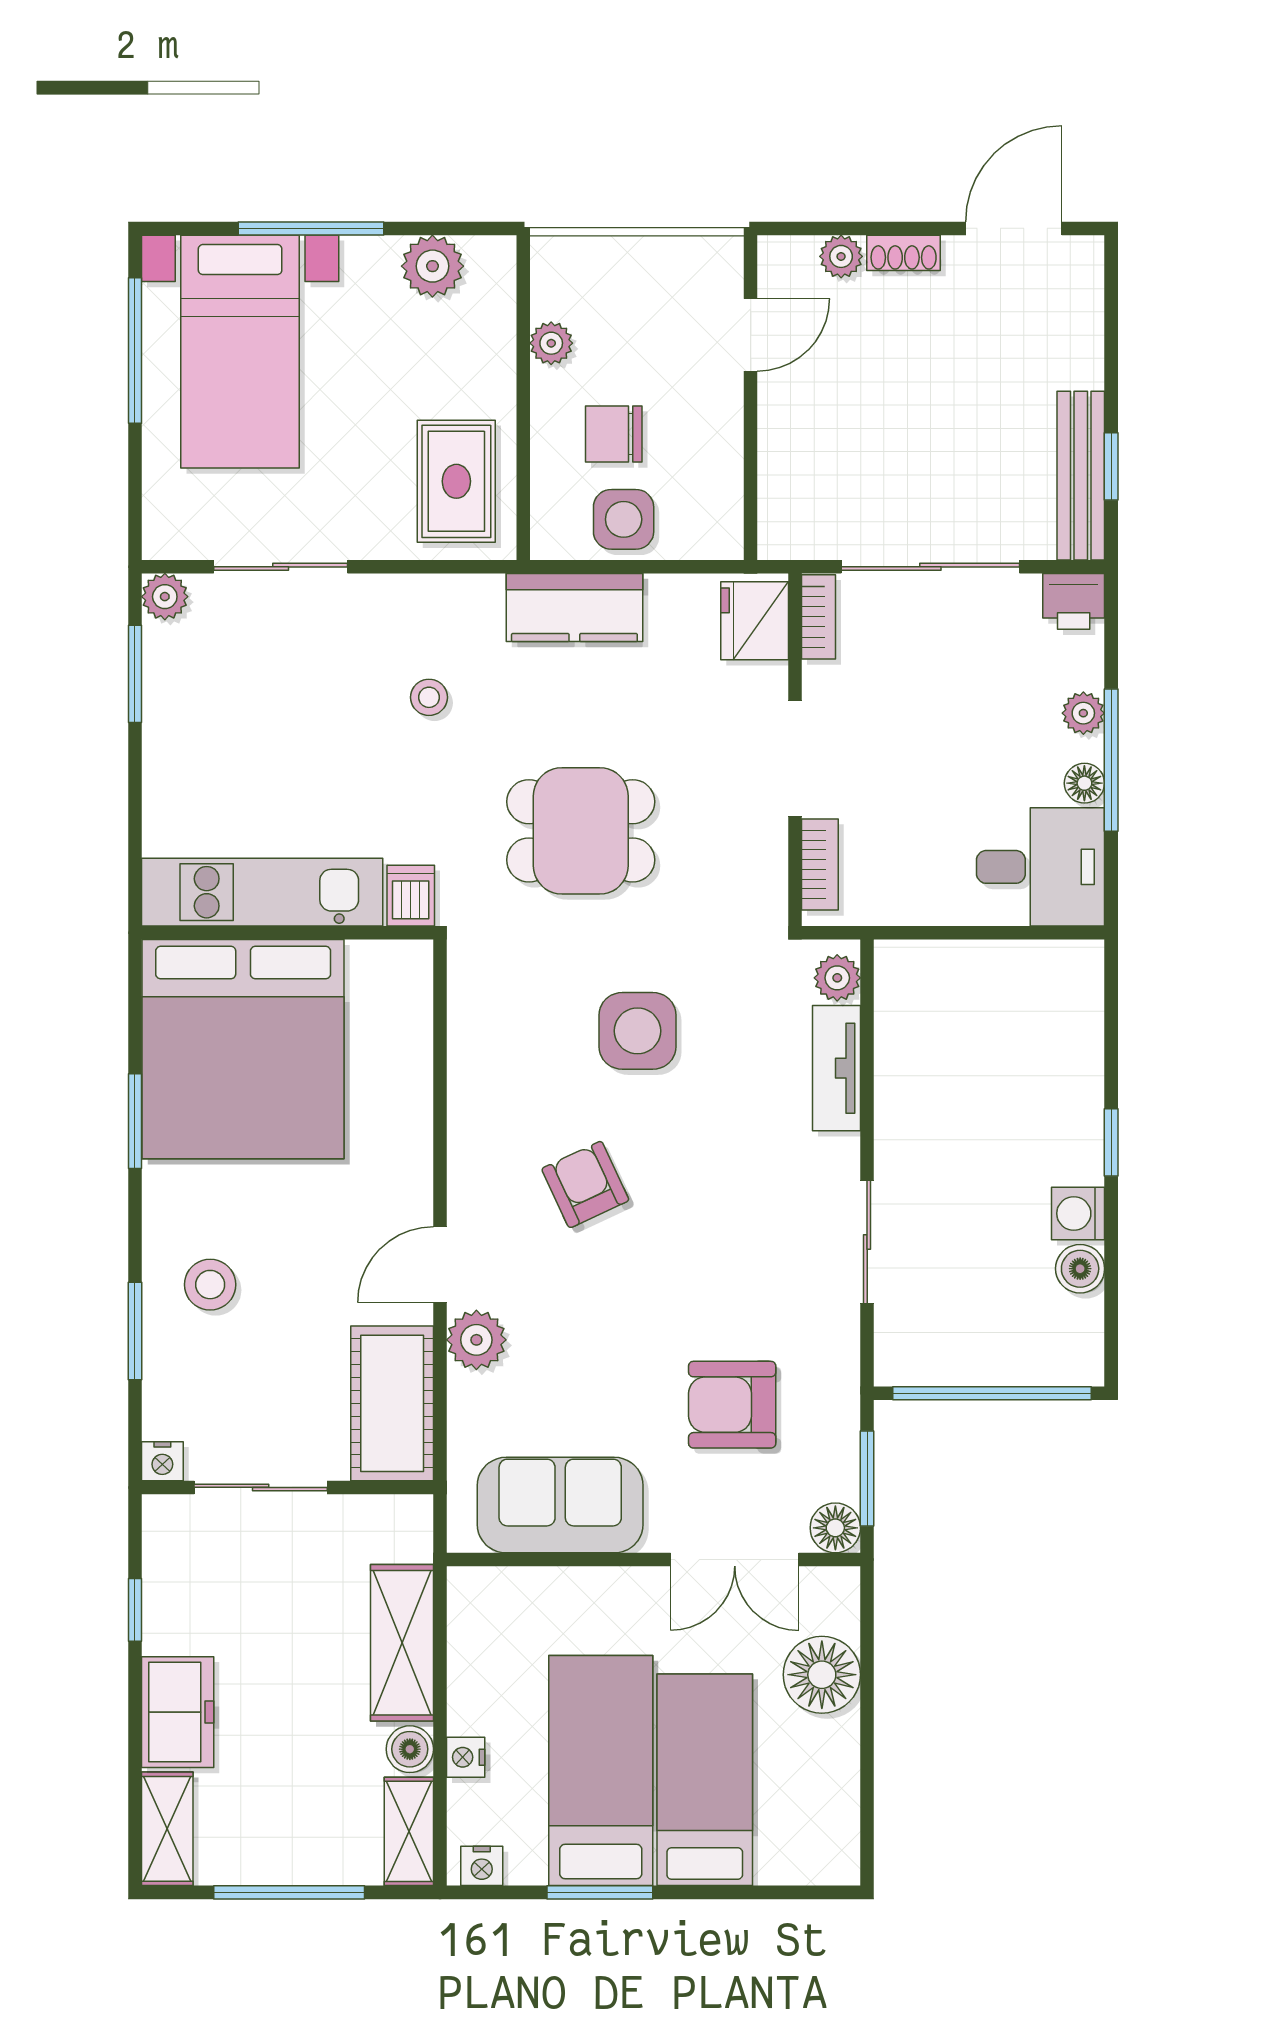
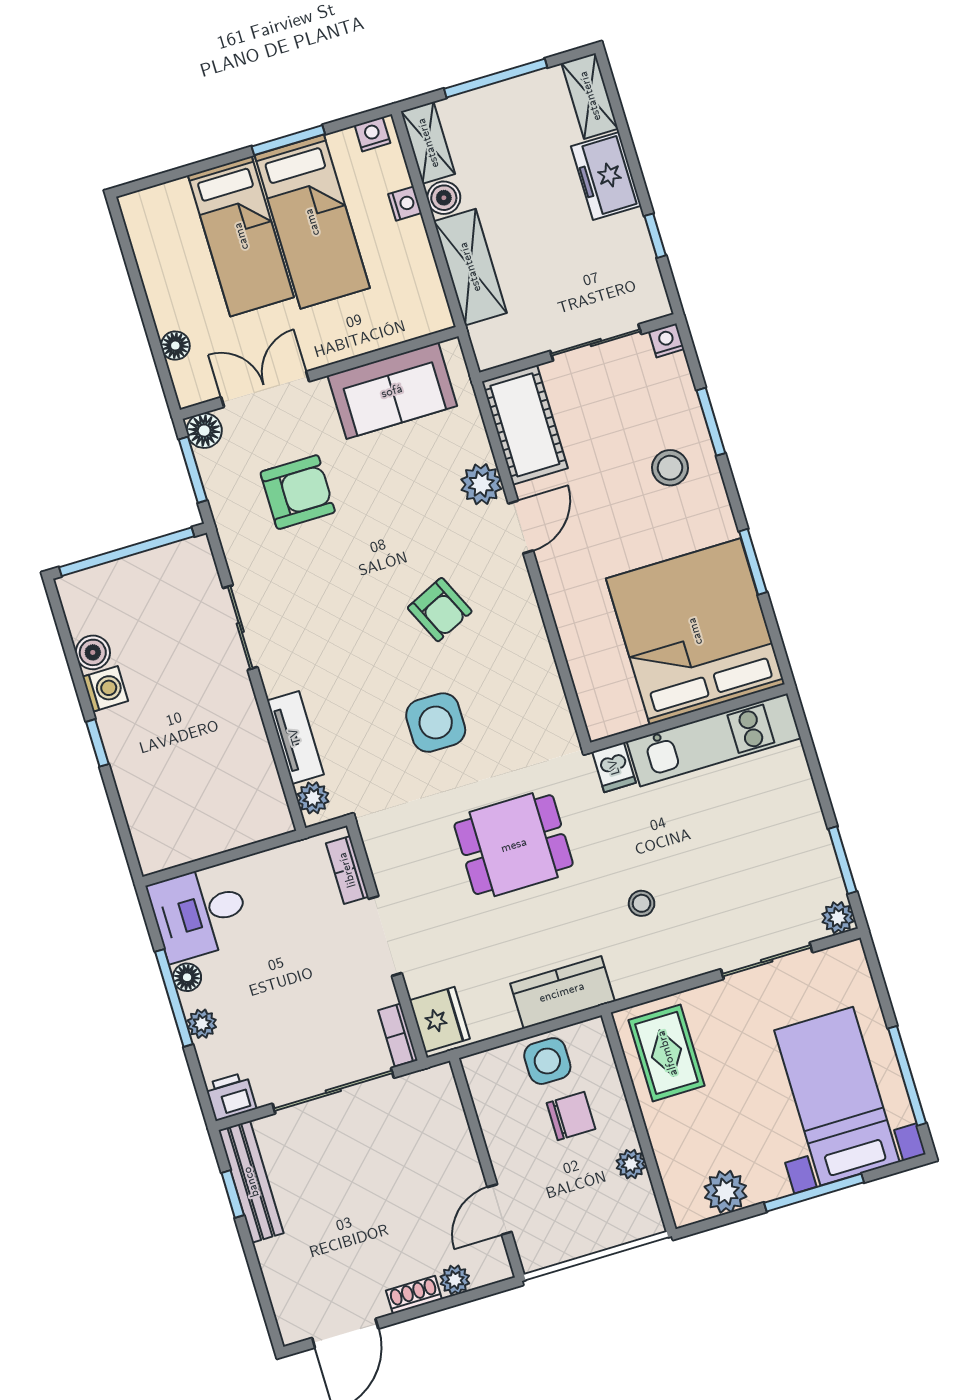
floor lamp: (822, 1675) -> (175, 346), width x0.53, depth x0.53

